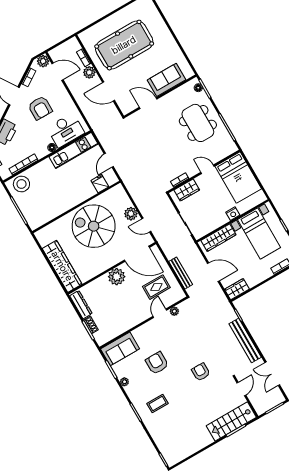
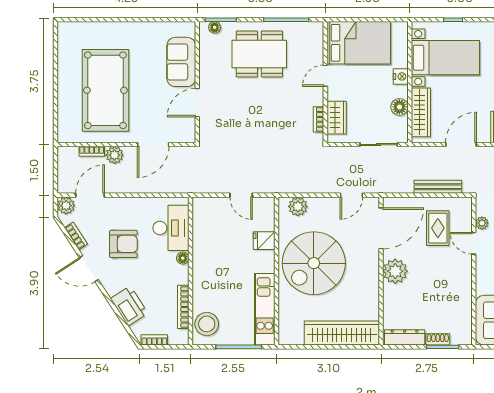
kitchen unit: (74, 150) -> (265, 309), moved, turned 180
fridge: (100, 184) -> (264, 241), moved
plant: (131, 214) -> (298, 206), moved
floor lamp: (214, 223) -> (399, 107), added

